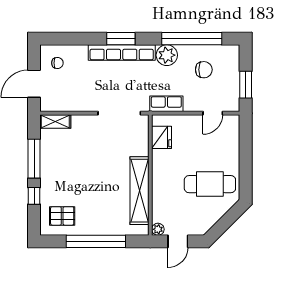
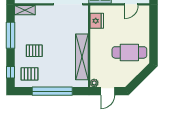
pallet: (69, 182) -> (34, 51), added
window: (34, 196) -> (10, 72), moved

